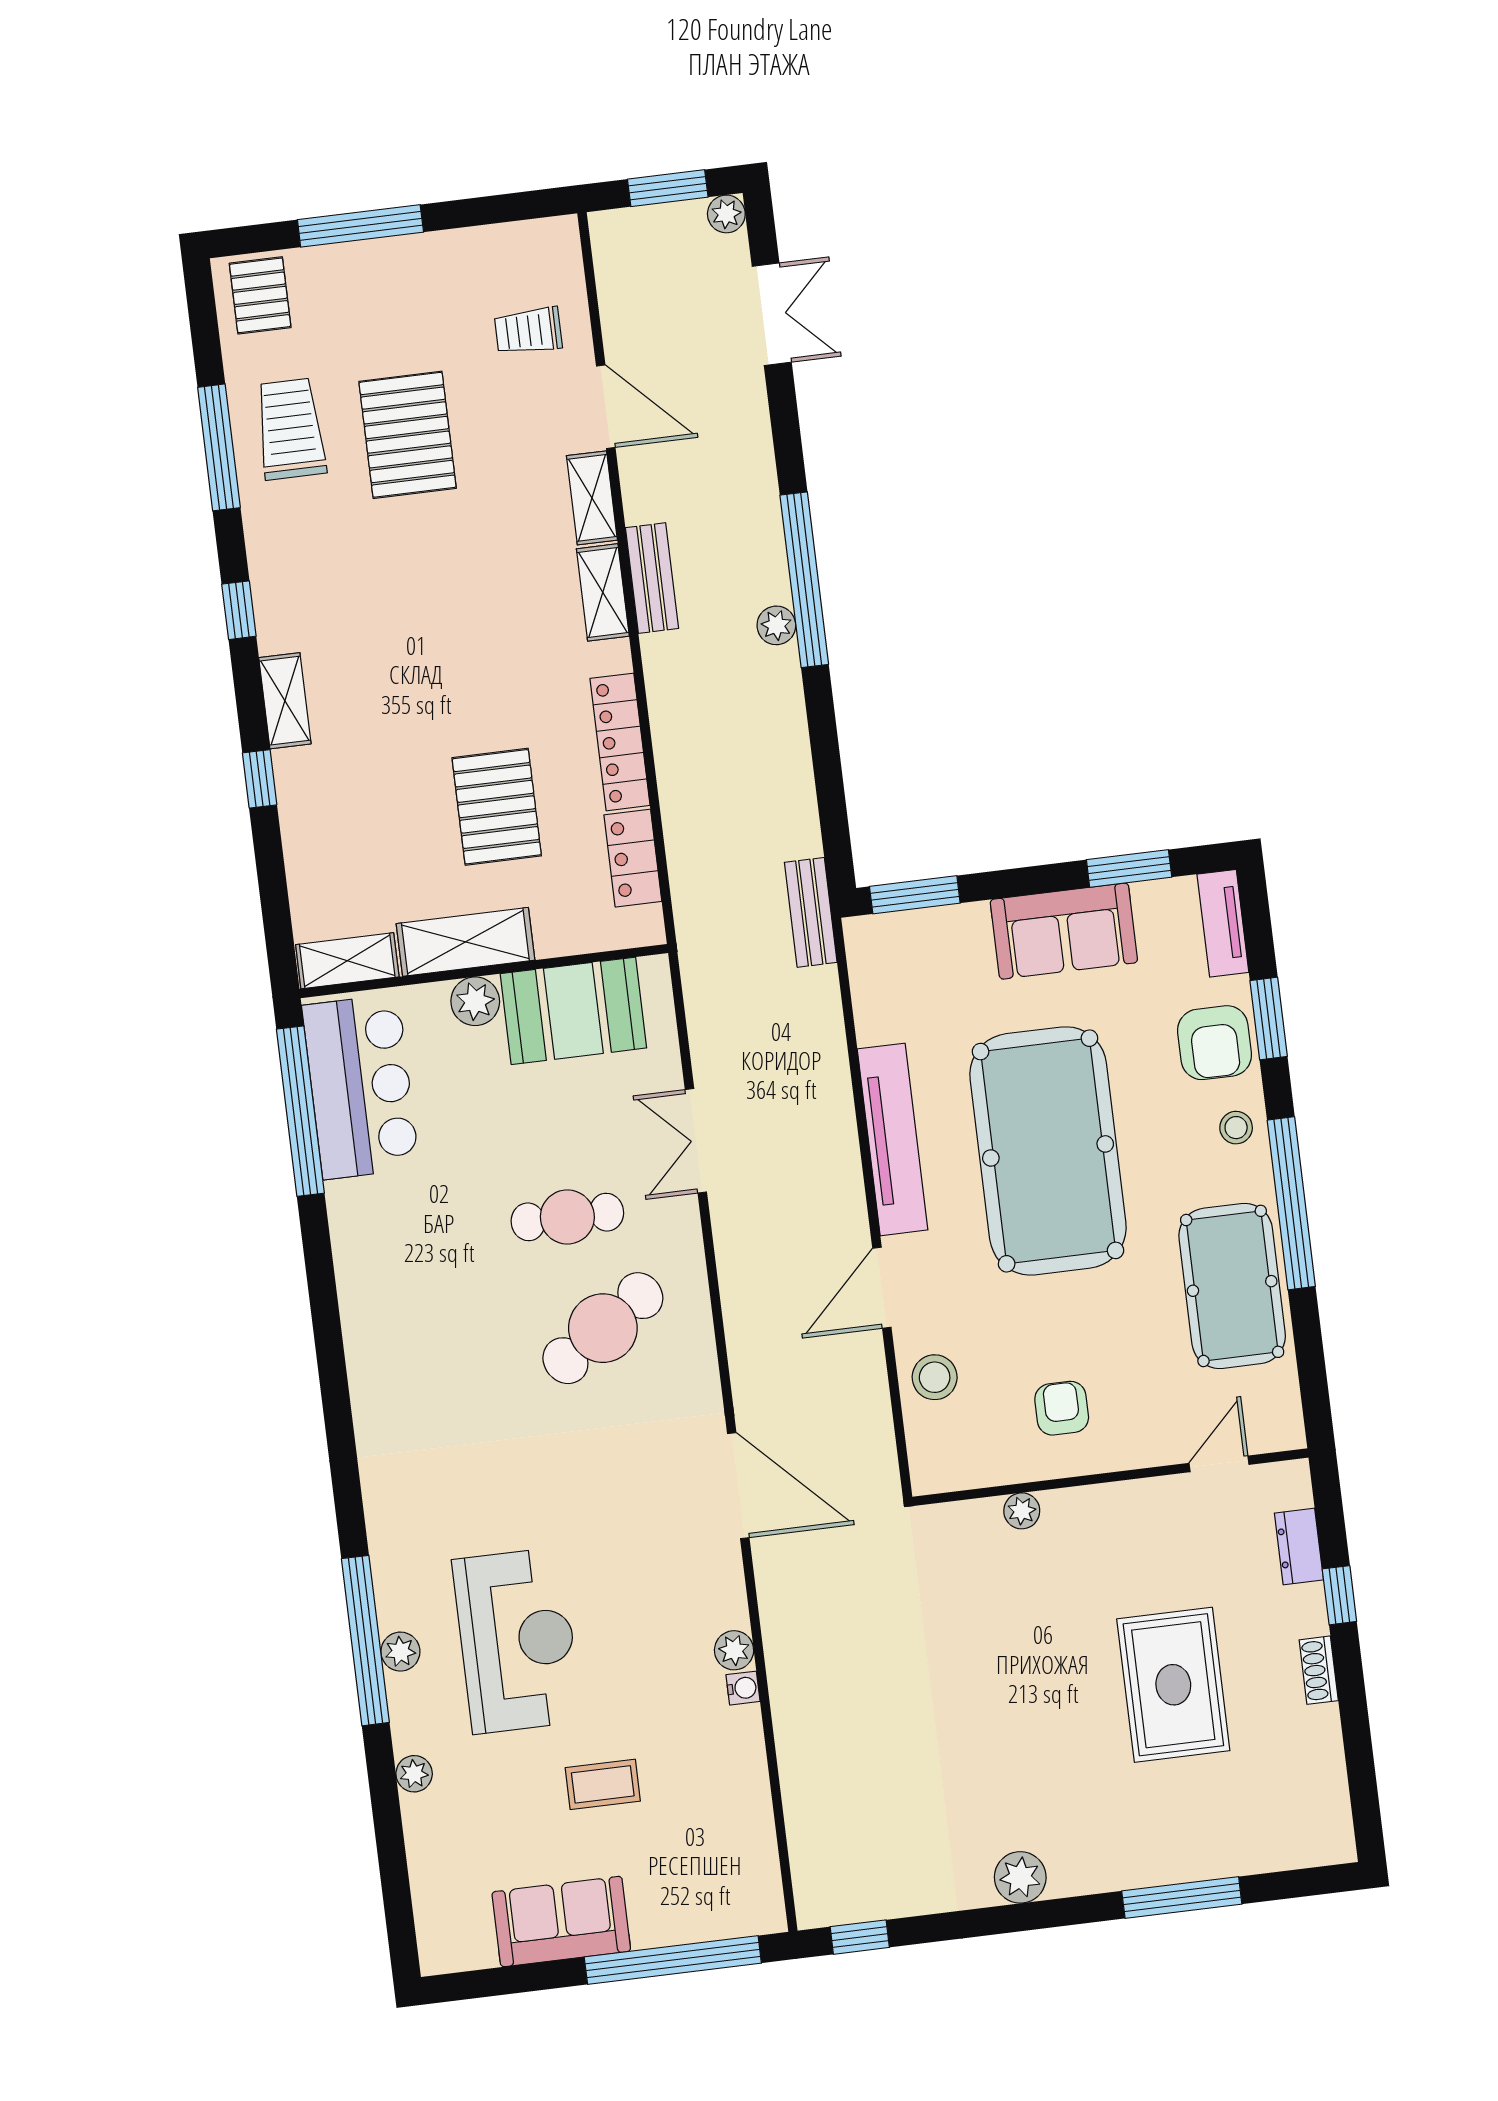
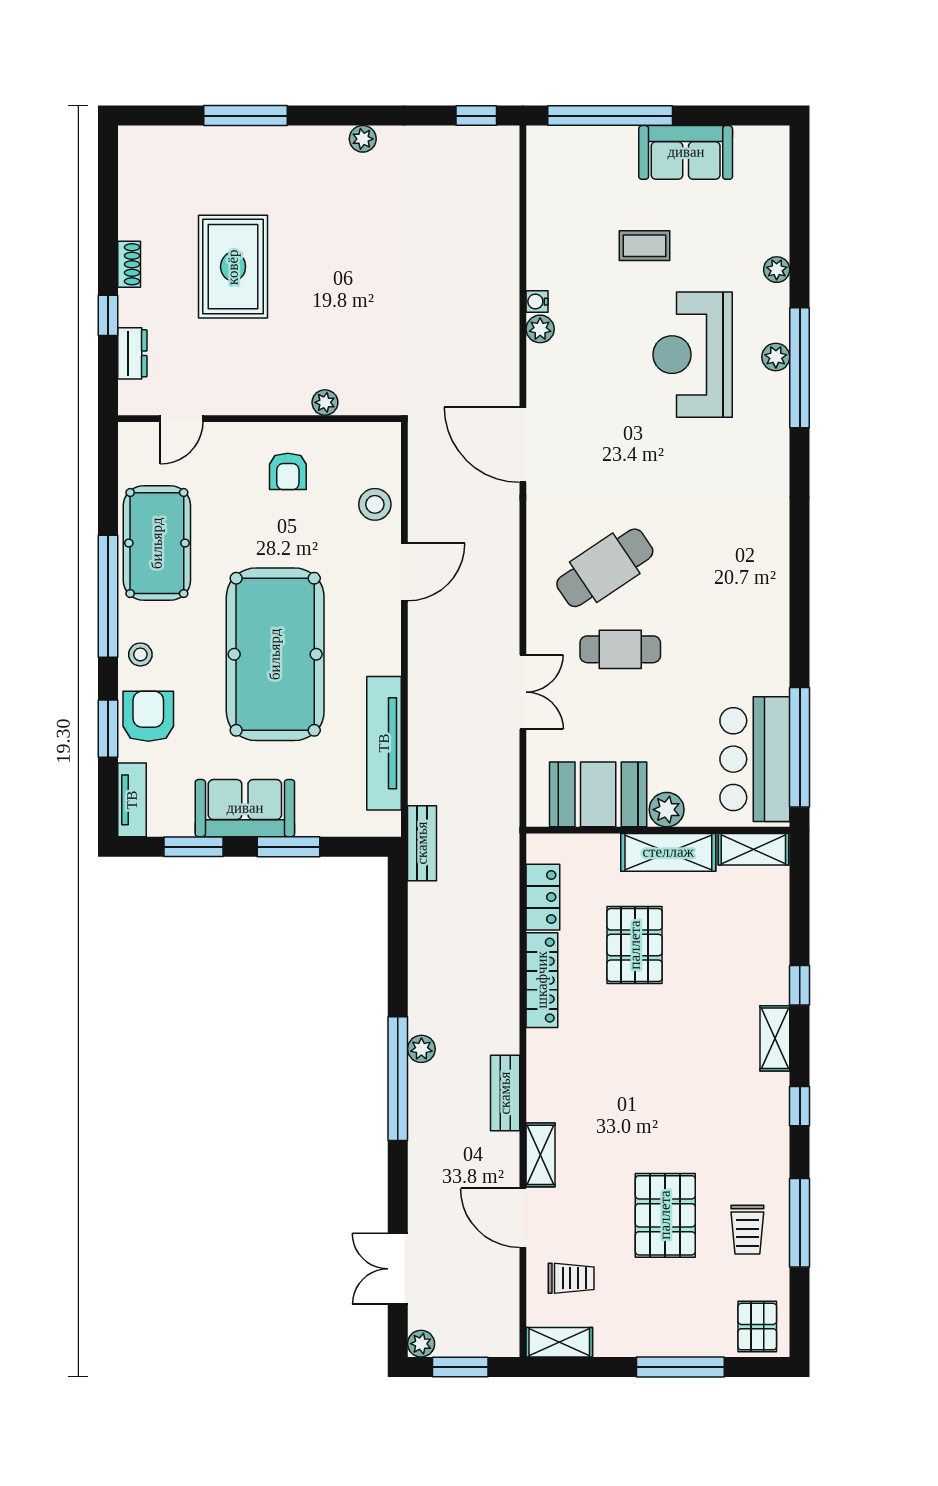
trolley: (291, 429) -> (747, 1230), width x0.73, depth x0.72
shelving: (603, 592) -> (559, 1342), moved, turned 90
window: (915, 895) -> (288, 847), moved
tv unit: (893, 1139) -> (384, 743), moved
plant: (1020, 1877) -> (363, 139), width x0.73, depth x0.73

